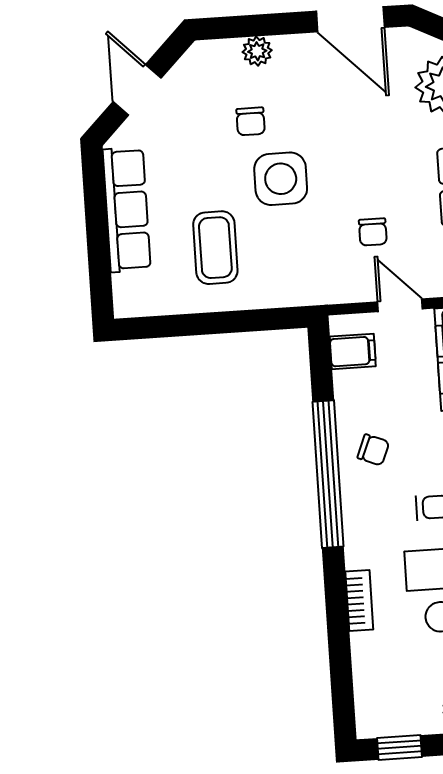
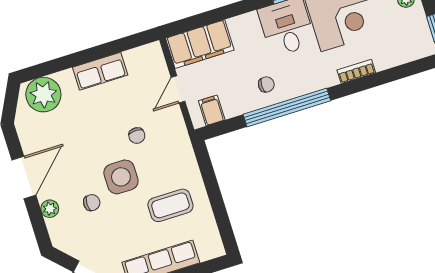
door: (350, 19) -> (24, 177), moved
chair: (373, 232) -> (137, 136), moved, turned 90
chair: (373, 450) -> (266, 84), turned 68

